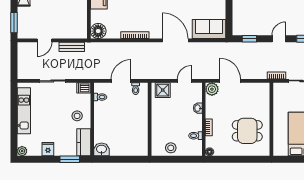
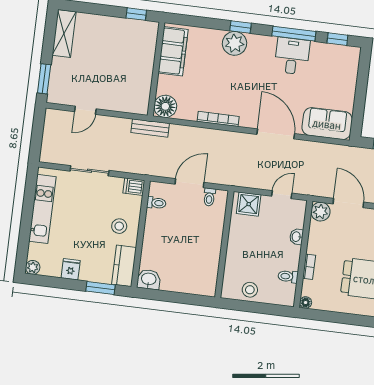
bench: (72, 47) -> (150, 128), moved

